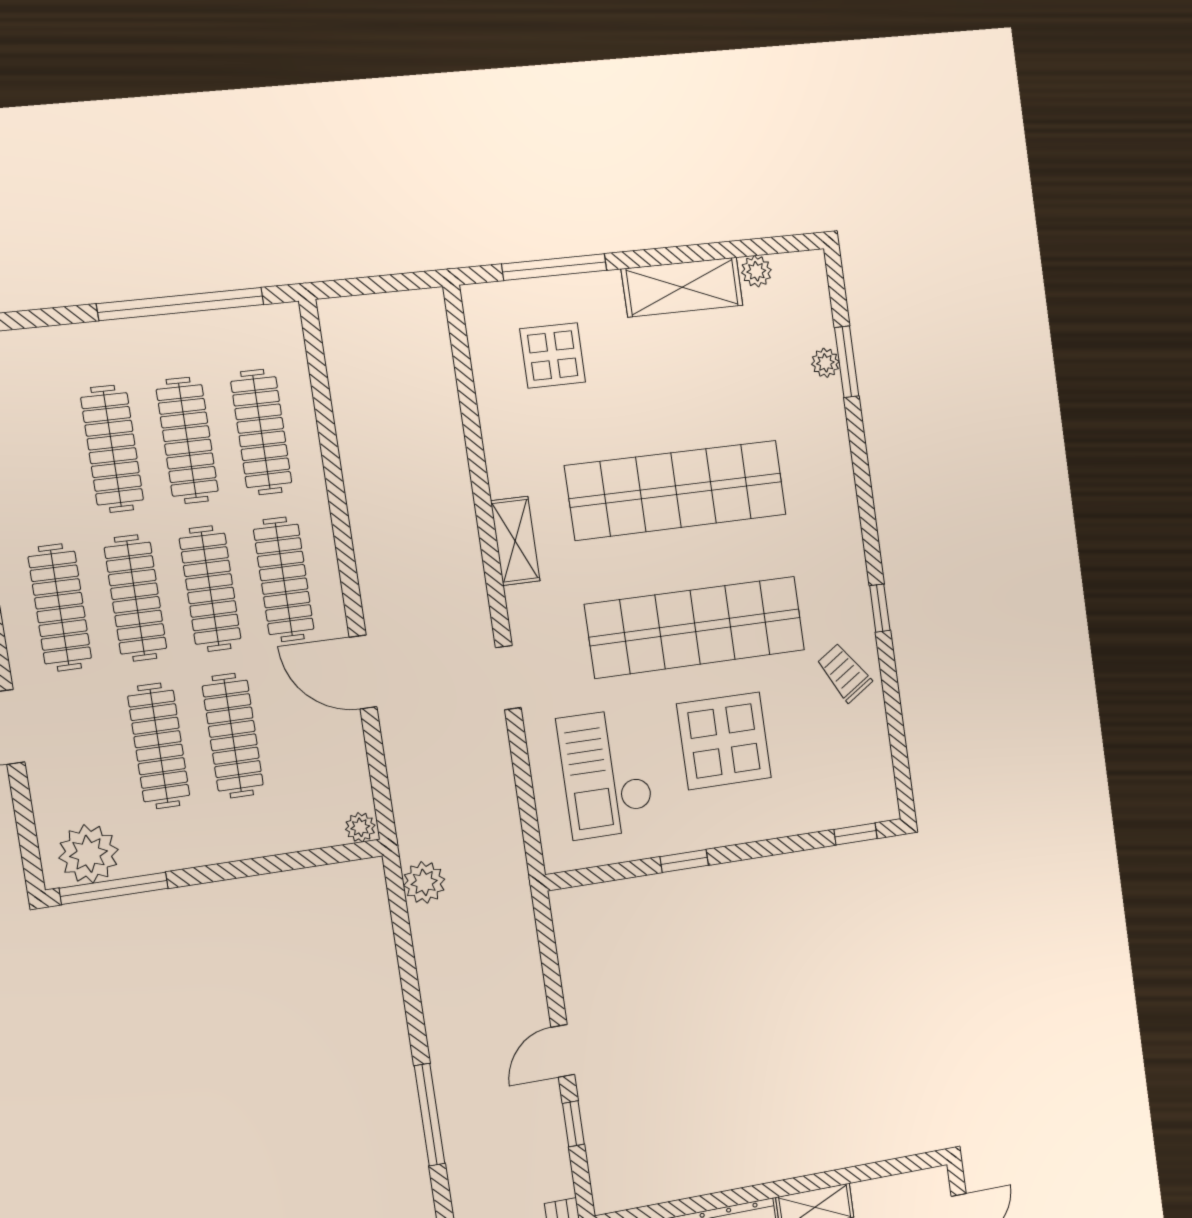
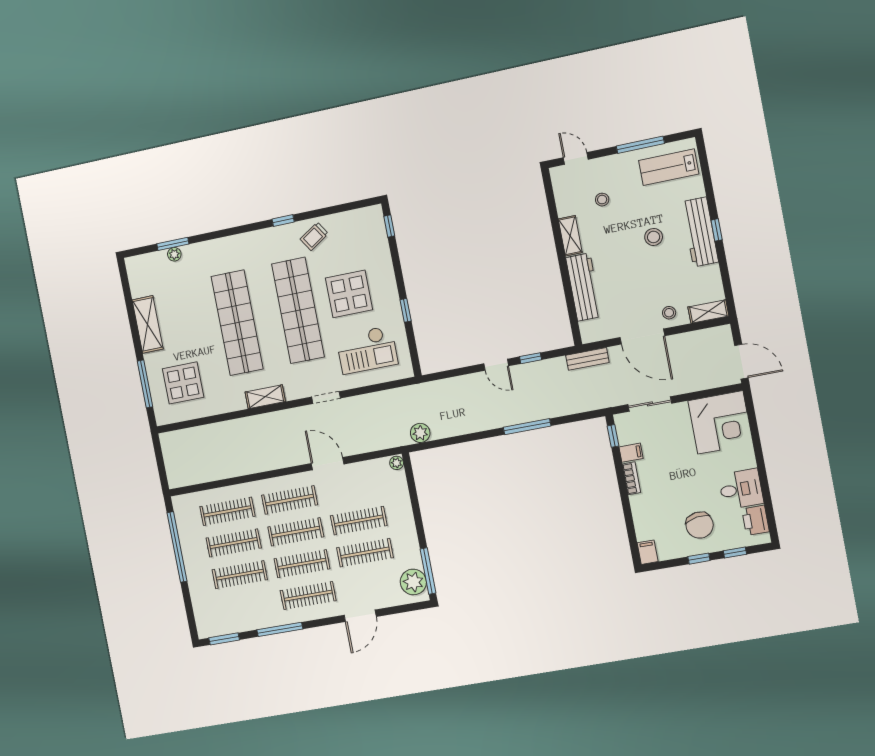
plant: (756, 271) -> (137, 290), removed
display table: (553, 355) -> (183, 383), width x1.36, depth x1.36
door: (363, 672) -> (328, 464), swing flipped

